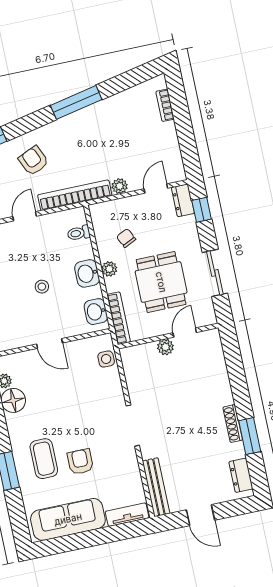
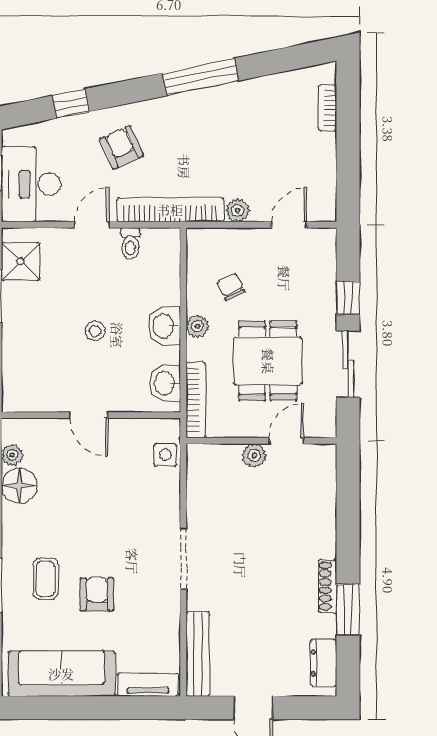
dresser: (183, 200) -> (324, 250), removed
window: (202, 210) -> (348, 298), moved
toilet: (79, 233) -> (130, 244), moved, turned -90
coffee table: (44, 459) -> (45, 579), width x0.73, depth x0.77

